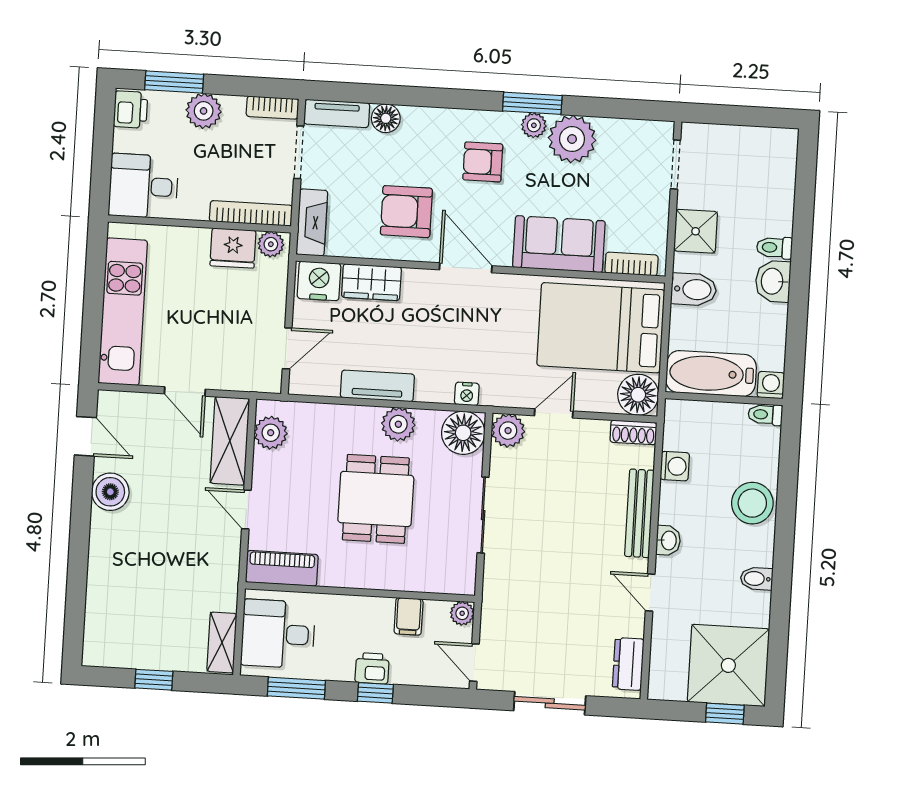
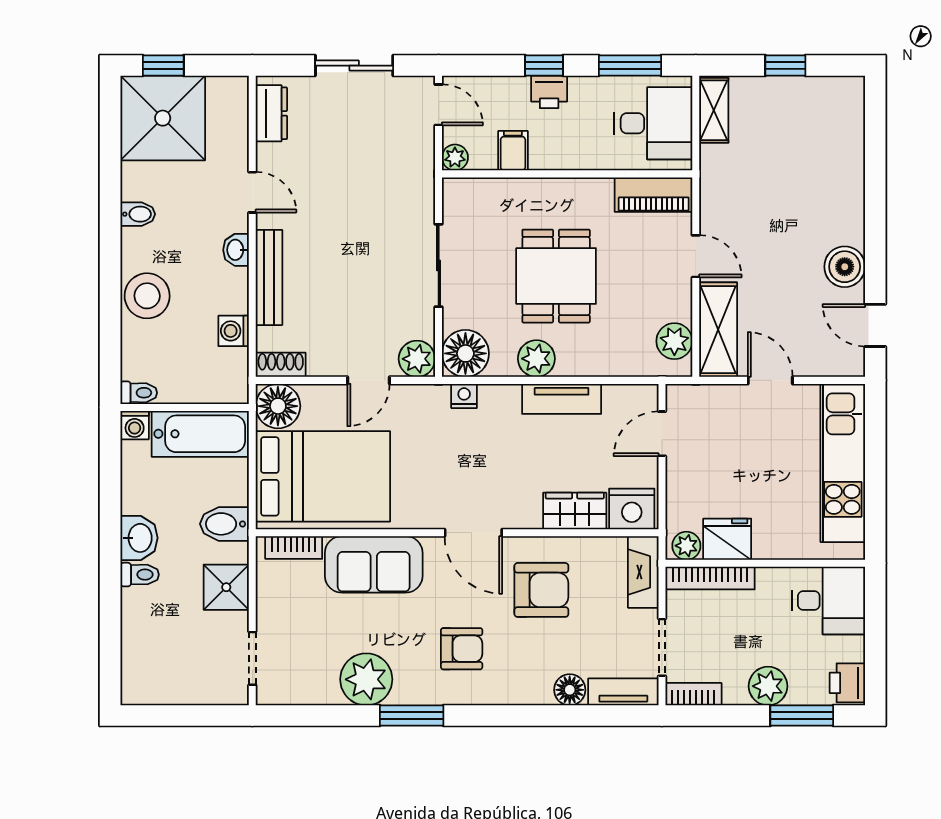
plant: (534, 125) -> (409, 692), removed

